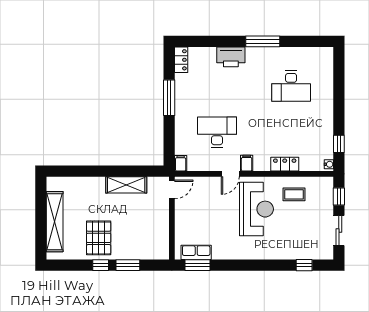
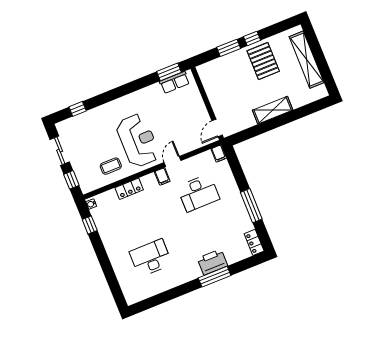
window: (263, 41) -> (215, 277), moved
shelving: (126, 185) -> (273, 110), moved
reception desk: (256, 209) -> (138, 140), turned 180

